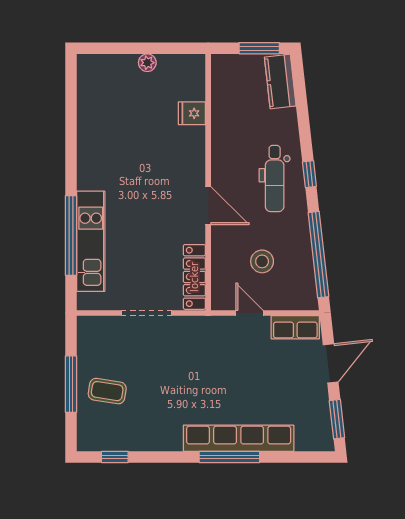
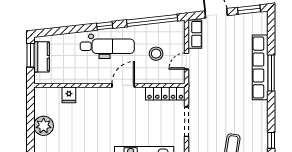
plant: (147, 63) -> (44, 126), width x1.88, depth x1.88
kitchen counter: (280, 81) -> (42, 57), moved, turned -84
dental chair: (275, 179) -> (107, 46), width x1.36, depth x1.38

